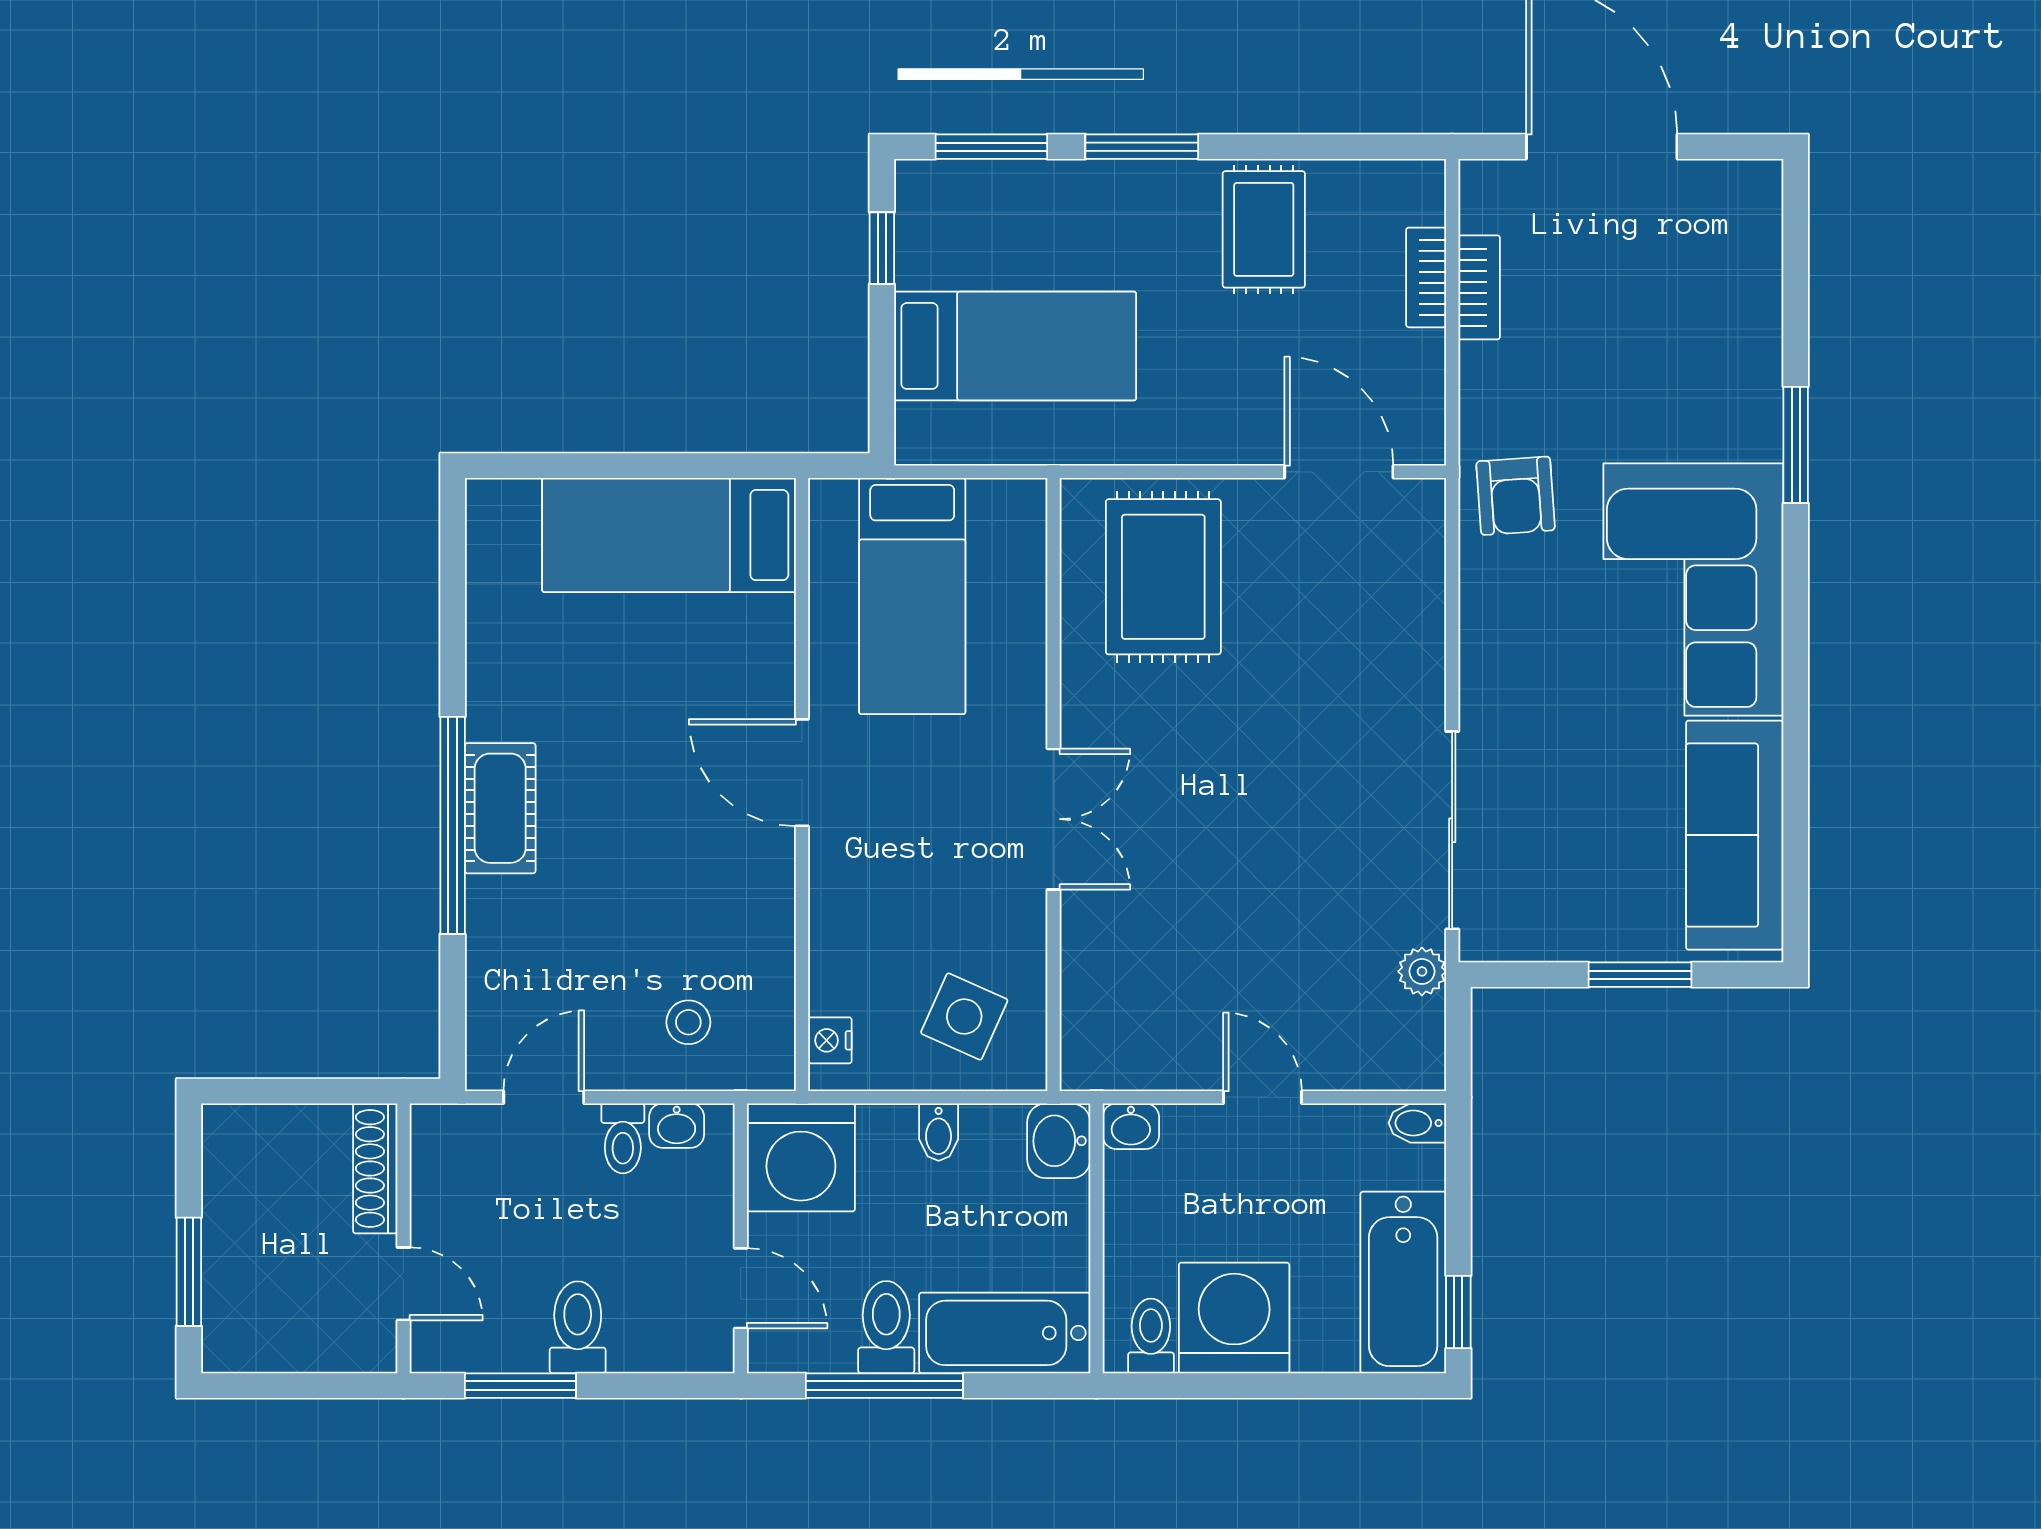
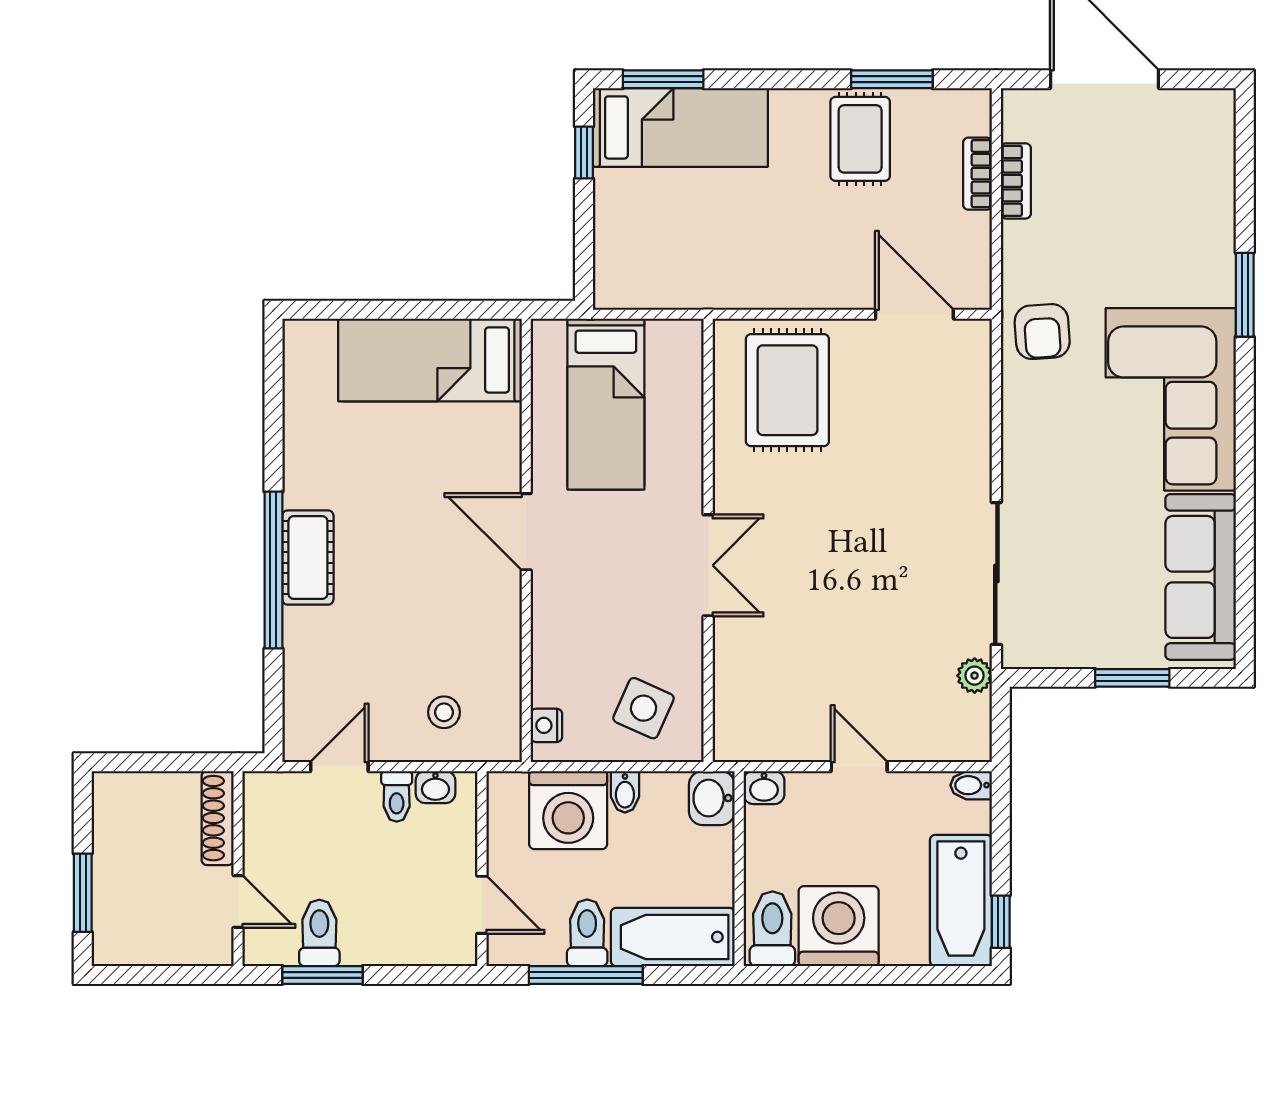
window: (1142, 147) -> (892, 79), moved
bed: (1015, 346) -> (680, 127), moved
washing machine: (801, 1157) -> (568, 810), moved
toilet: (578, 1327) -> (319, 933), moved
toilet: (1151, 1336) -> (772, 929), width x1.37, depth x1.39

